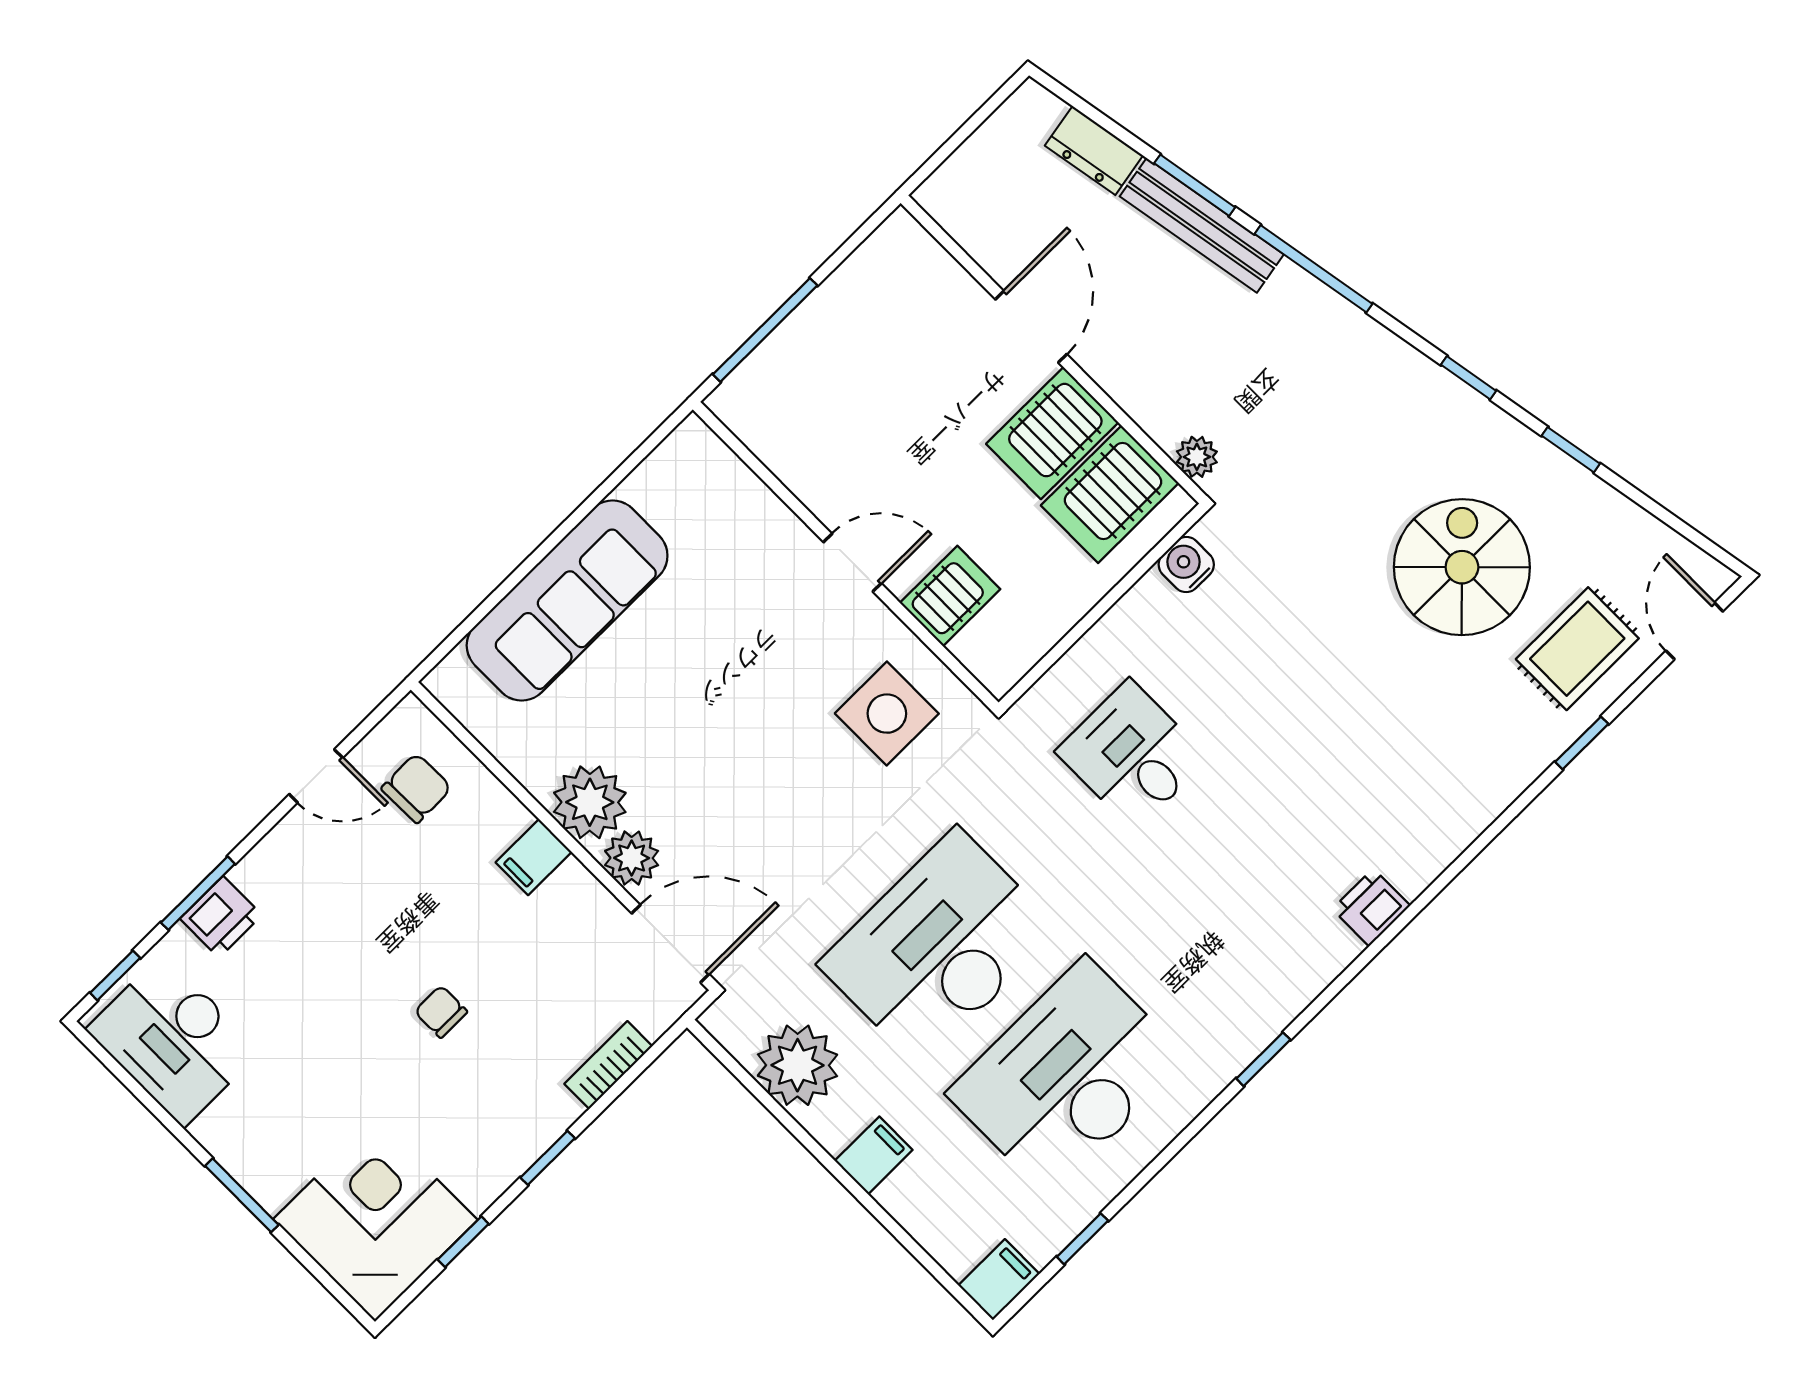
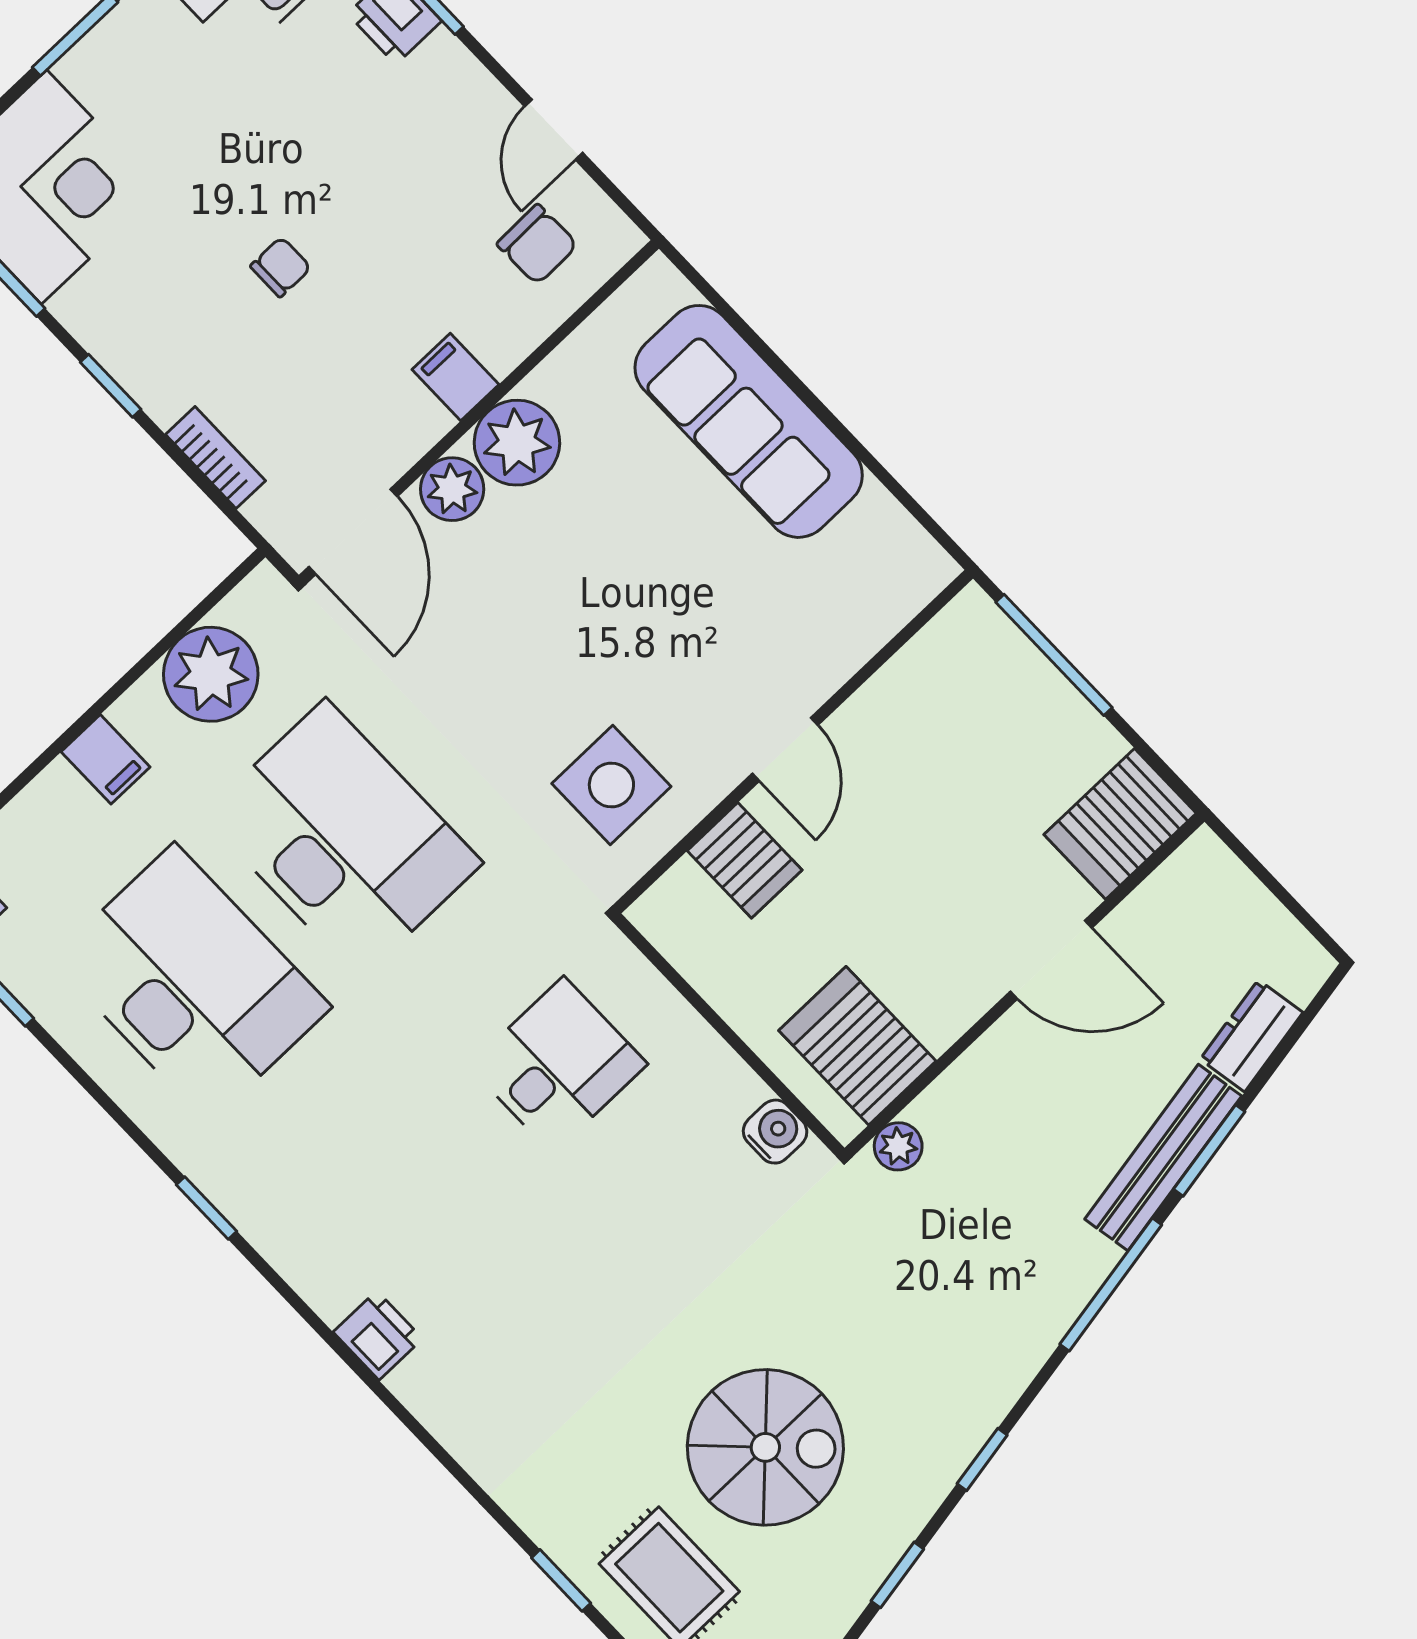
server rack: (1052, 433) -> (1120, 824), moved, turned -90

